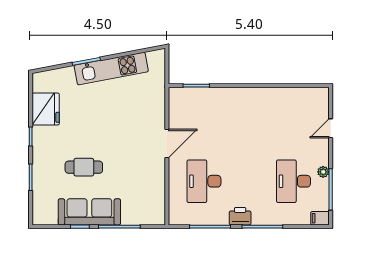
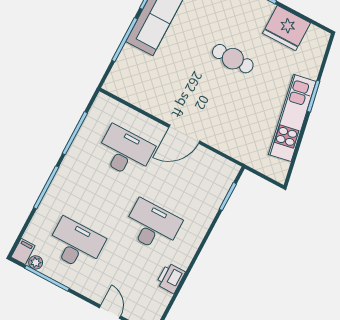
desk: (249, 131) -> (152, 226), added
door: (167, 144) -> (184, 134), hinge flipped
cafe table: (84, 167) -> (233, 59), moved, turned 90
plant: (323, 172) -> (36, 262), moved
printer: (240, 216) -> (171, 278), moved, turned 180

